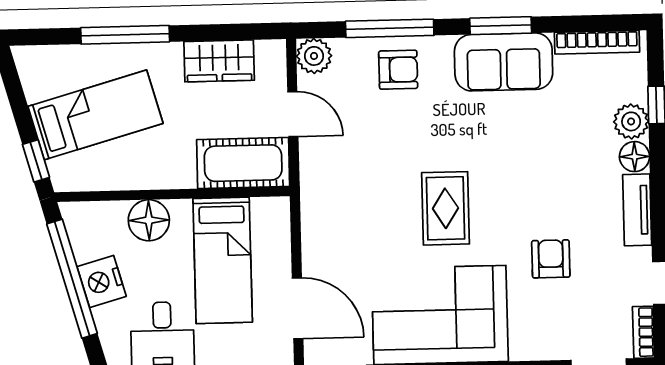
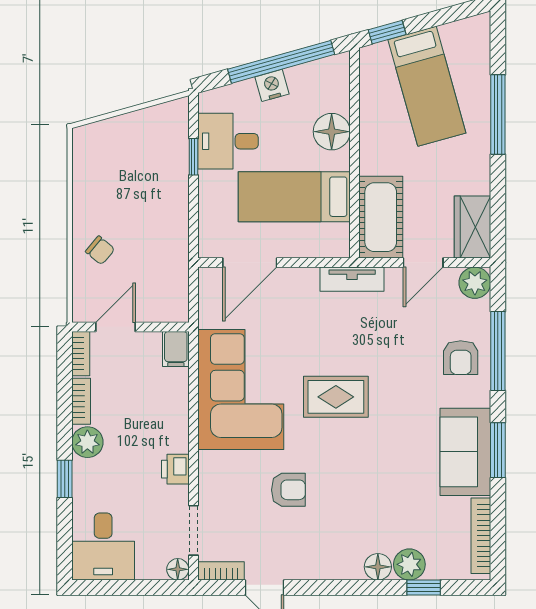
wardrobe: (219, 61) -> (472, 227), moved
tv unit: (637, 210) -> (352, 279), moved, turned 180
nightstand: (102, 281) -> (272, 85), width x0.74, depth x0.75

